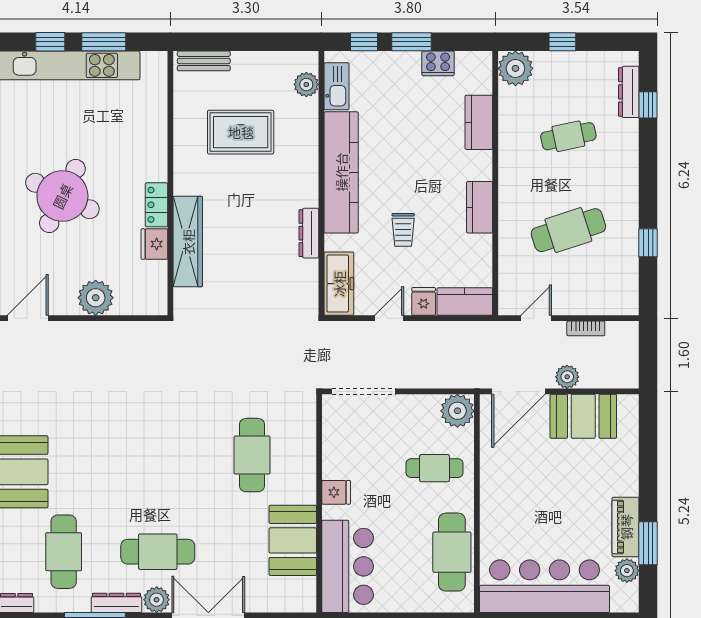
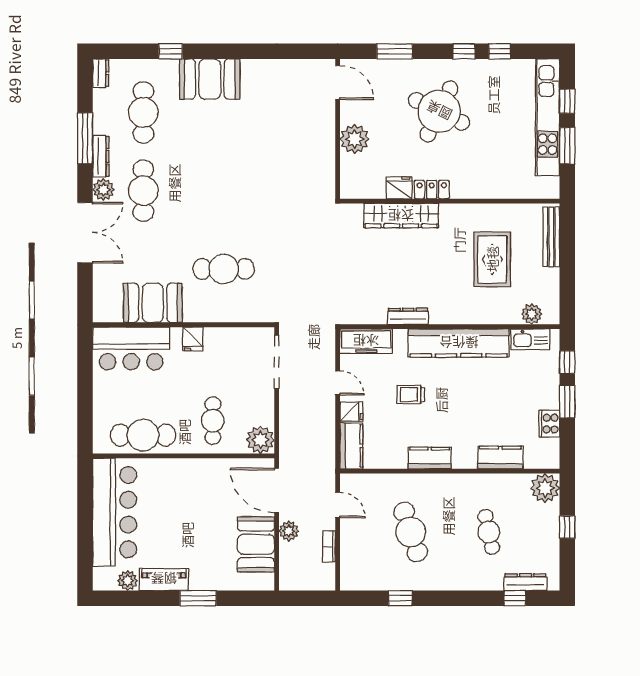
bench: (204, 61) -> (551, 237), width x1.36
window: (648, 543) -> (198, 598), moved
cafe table: (64, 552) -> (143, 112), turned 90

